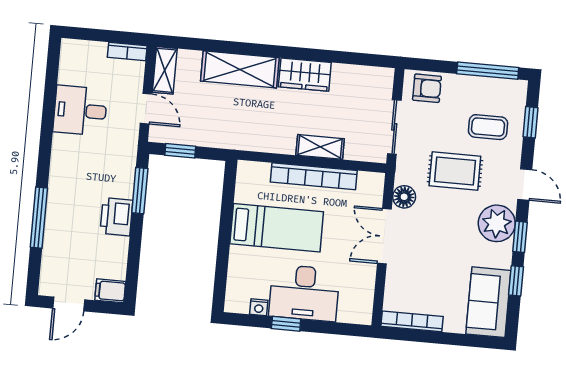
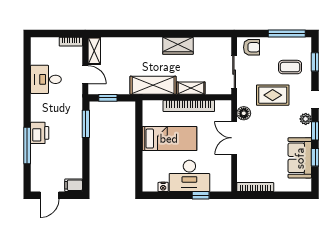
shelving: (240, 69) -> (153, 85), moved
printer: (116, 217) -> (40, 133), moved, turned 180
plant: (497, 223) -> (306, 119), width x0.53, depth x0.53
sofa: (488, 302) -> (300, 158), moved
window: (286, 324) -> (201, 195), moved

